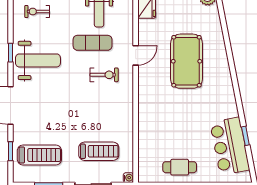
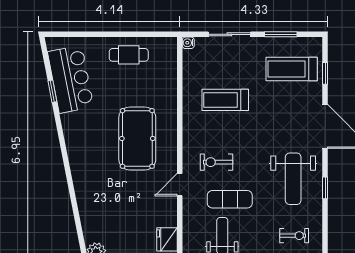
weight bench: (38, 60) -> (293, 179), turned -90
pool table: (186, 61) -> (137, 138), moved
treadmill: (99, 151) -> (225, 100), moved

